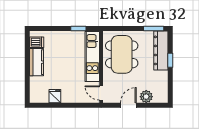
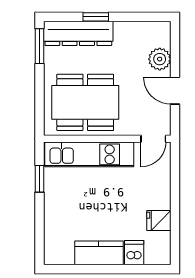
dishwasher: (37, 42) -> (134, 253), moved

